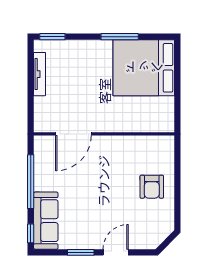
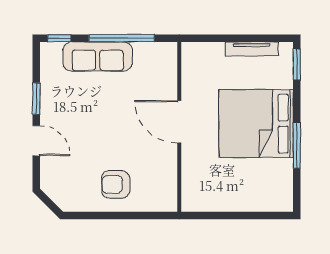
bed: (144, 68) -> (256, 124), moved, turned -90
door: (73, 134) -> (179, 122), moved
sofa: (46, 221) -> (98, 56), moved

